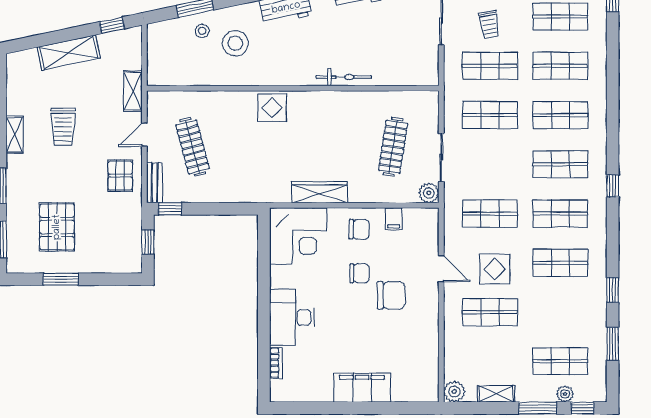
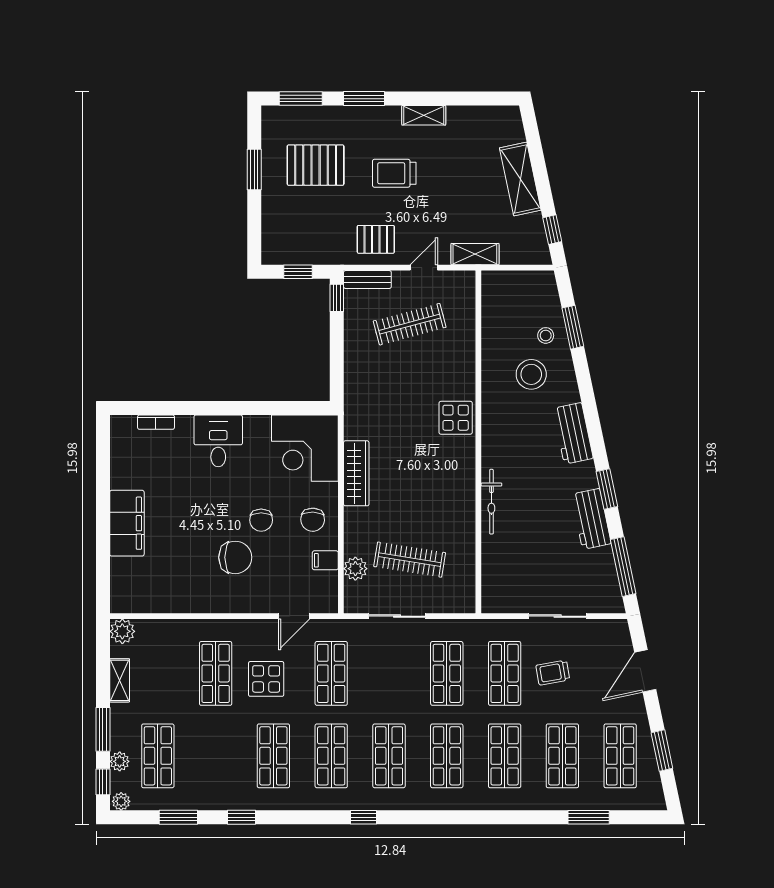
trolley: (63, 126) -> (394, 173), moved
door: (144, 135) -> (424, 268), hinge flipped
plant: (429, 193) -> (355, 569), moved
door: (441, 269) -> (294, 616), moved
chair: (391, 295) -> (235, 557), turned -90
desk: (292, 317) -> (218, 441), width x0.73
plant: (599, 393) -> (121, 801), added

